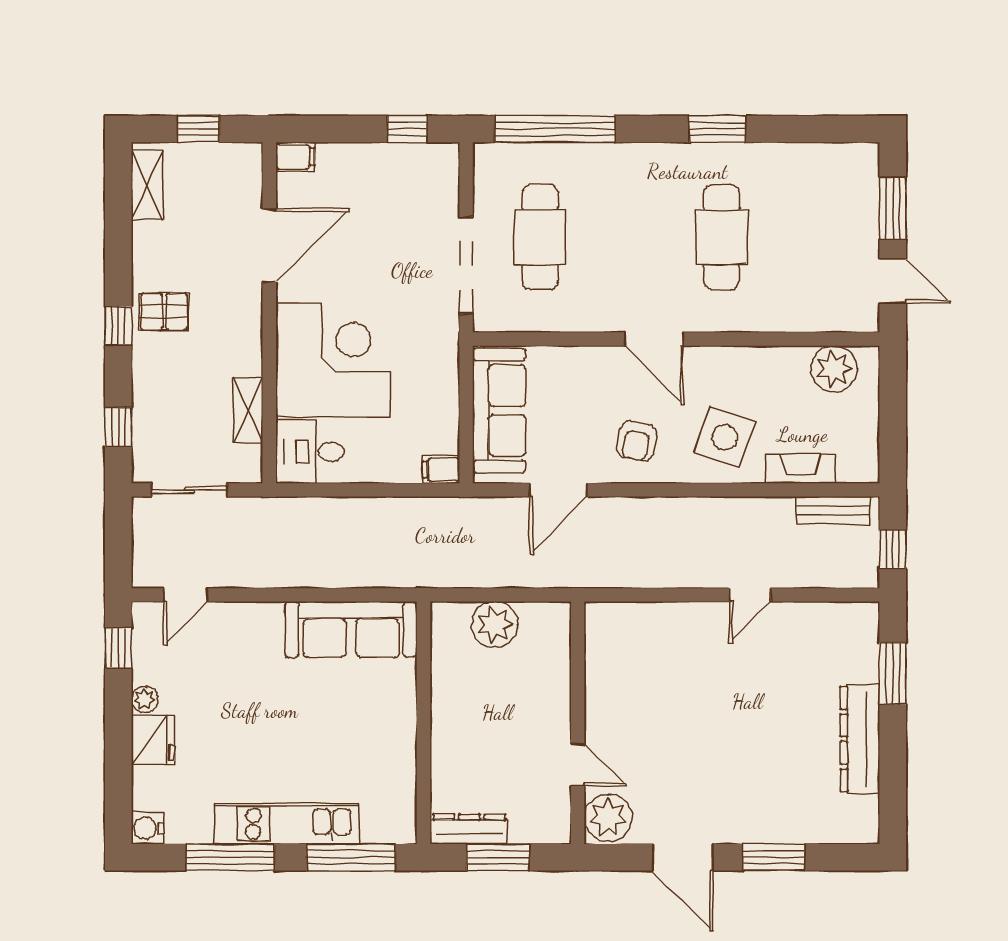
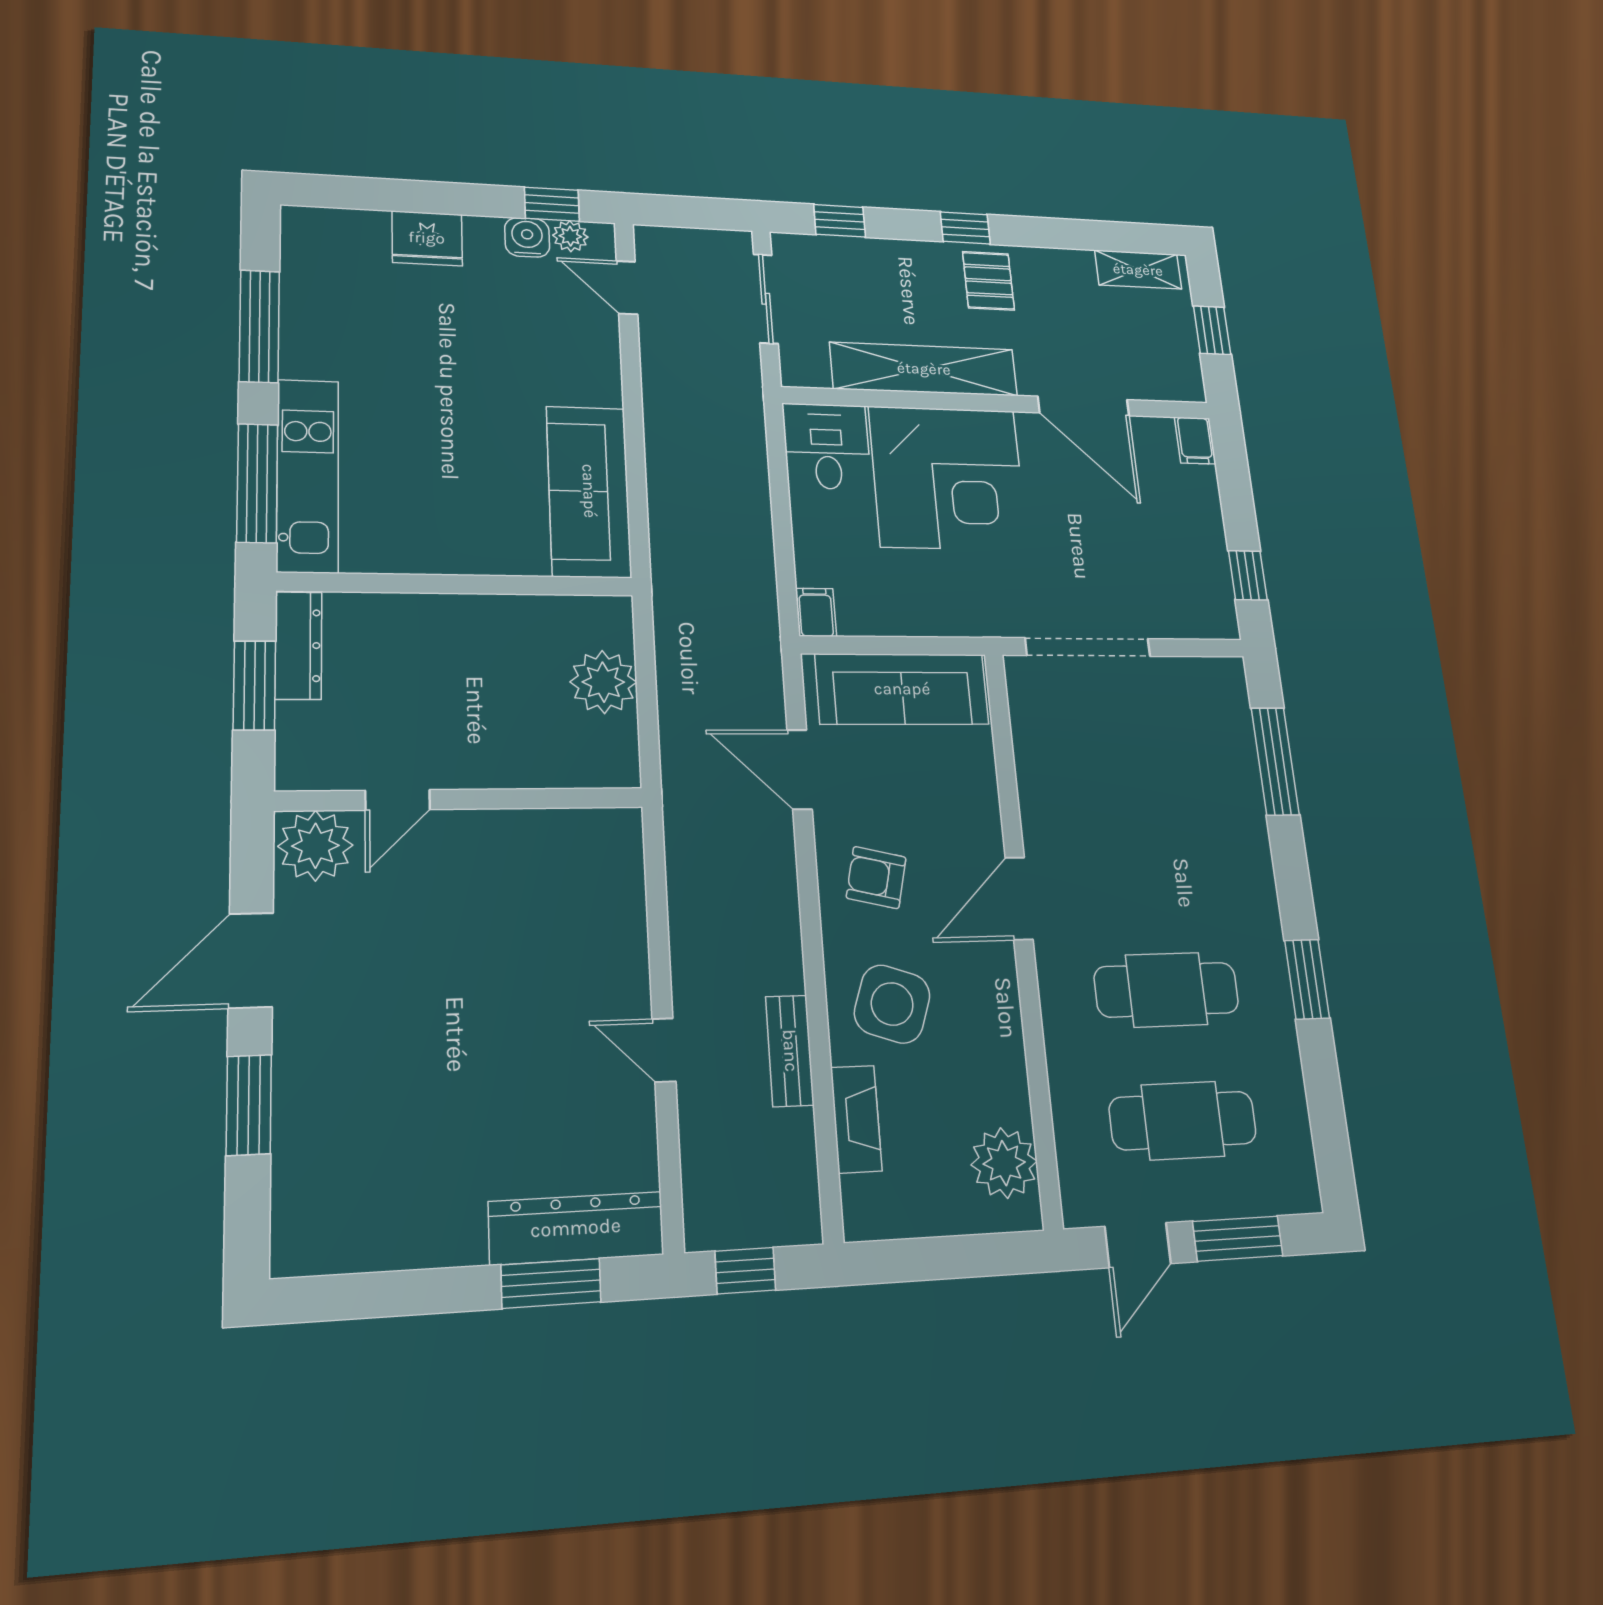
window: (555, 129) -> (1275, 761), width x0.68
cafe table: (540, 237) -> (1183, 1121), moved
shelving: (248, 410) -> (924, 369), width x2.20, depth x1.33
bench: (833, 510) -> (790, 1051), moved
plant: (145, 699) -> (570, 236), moved
dresser: (860, 739) -> (576, 1228), moved
kitchen unit: (287, 824) -> (308, 475), moved
water cooler: (148, 828) -> (527, 237), moved

